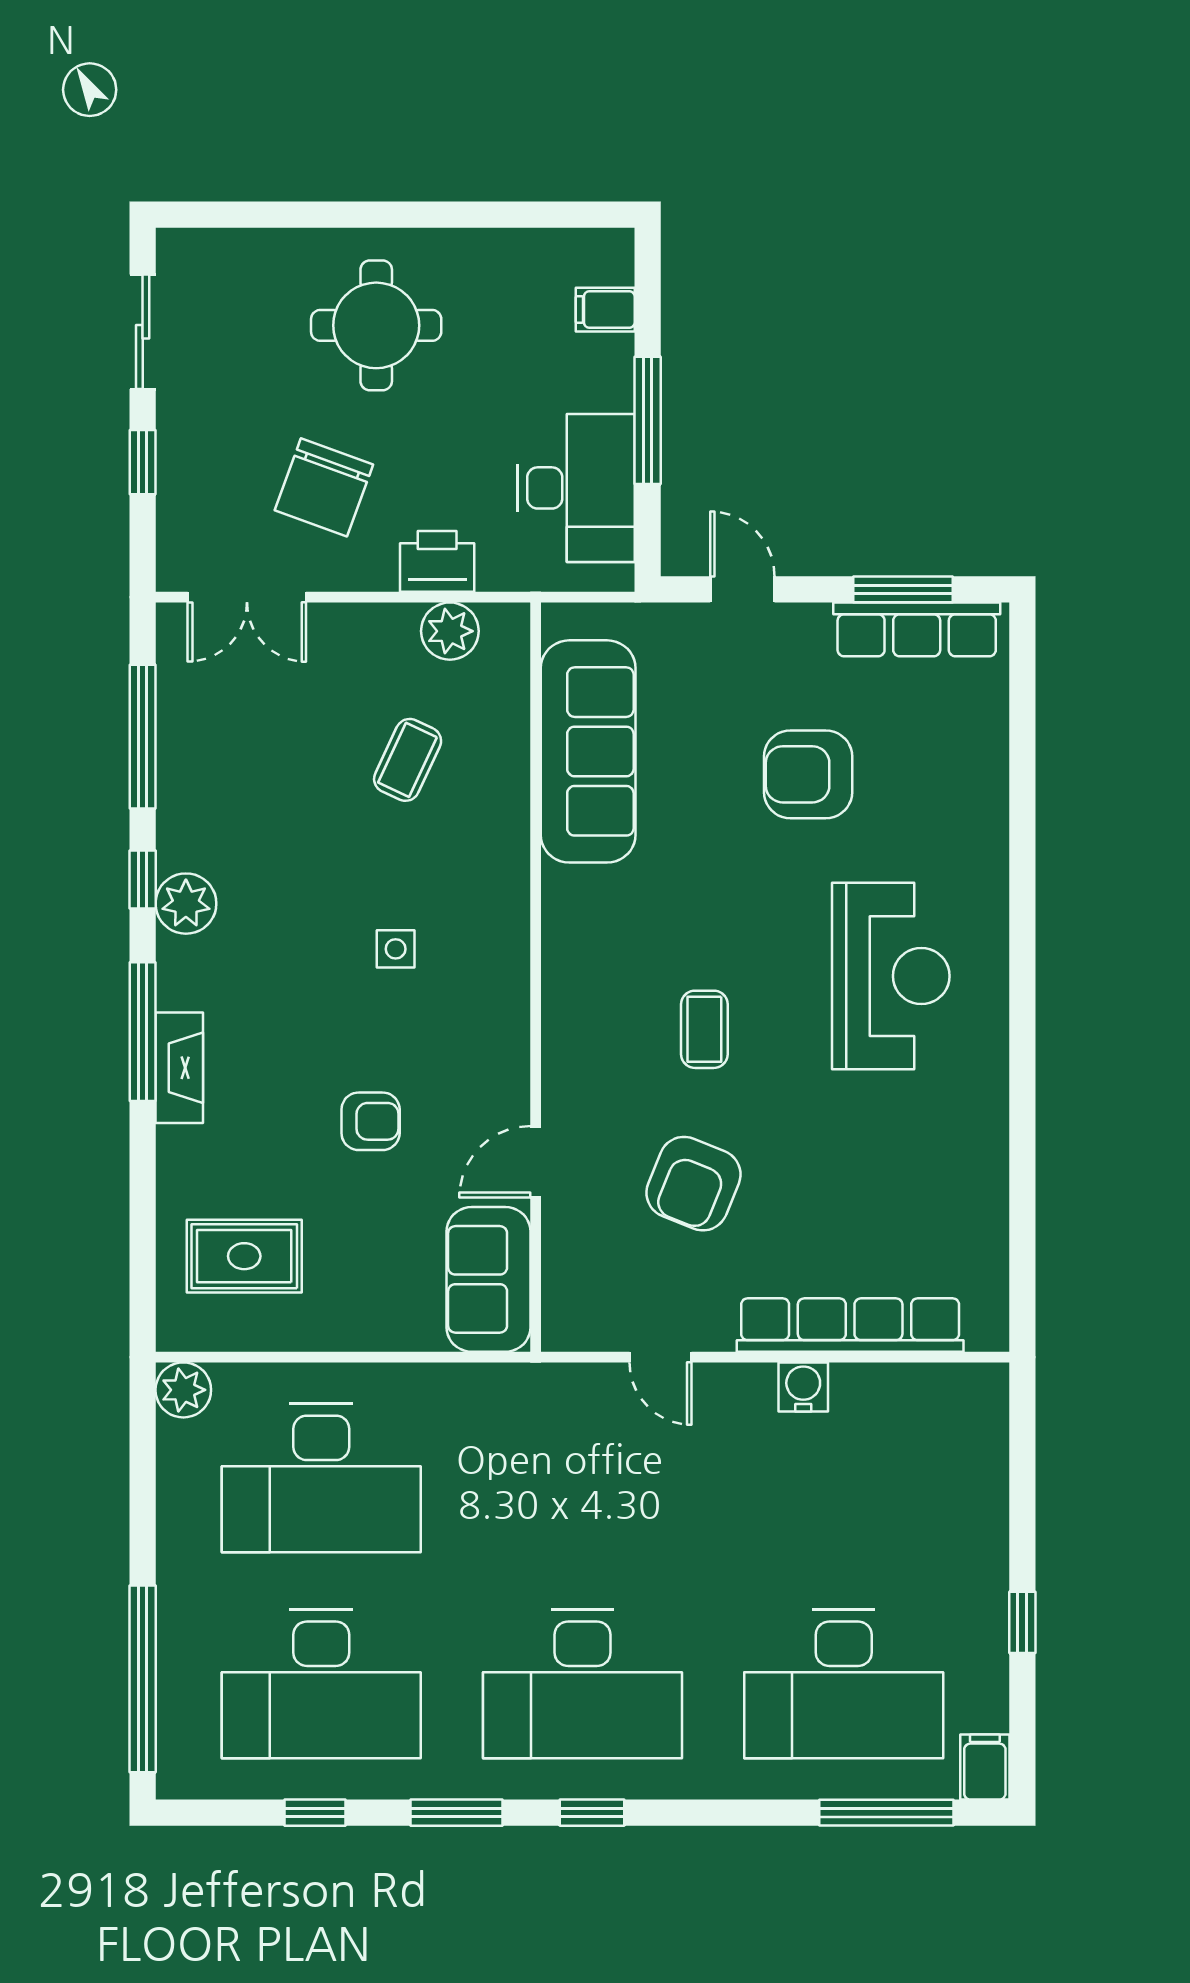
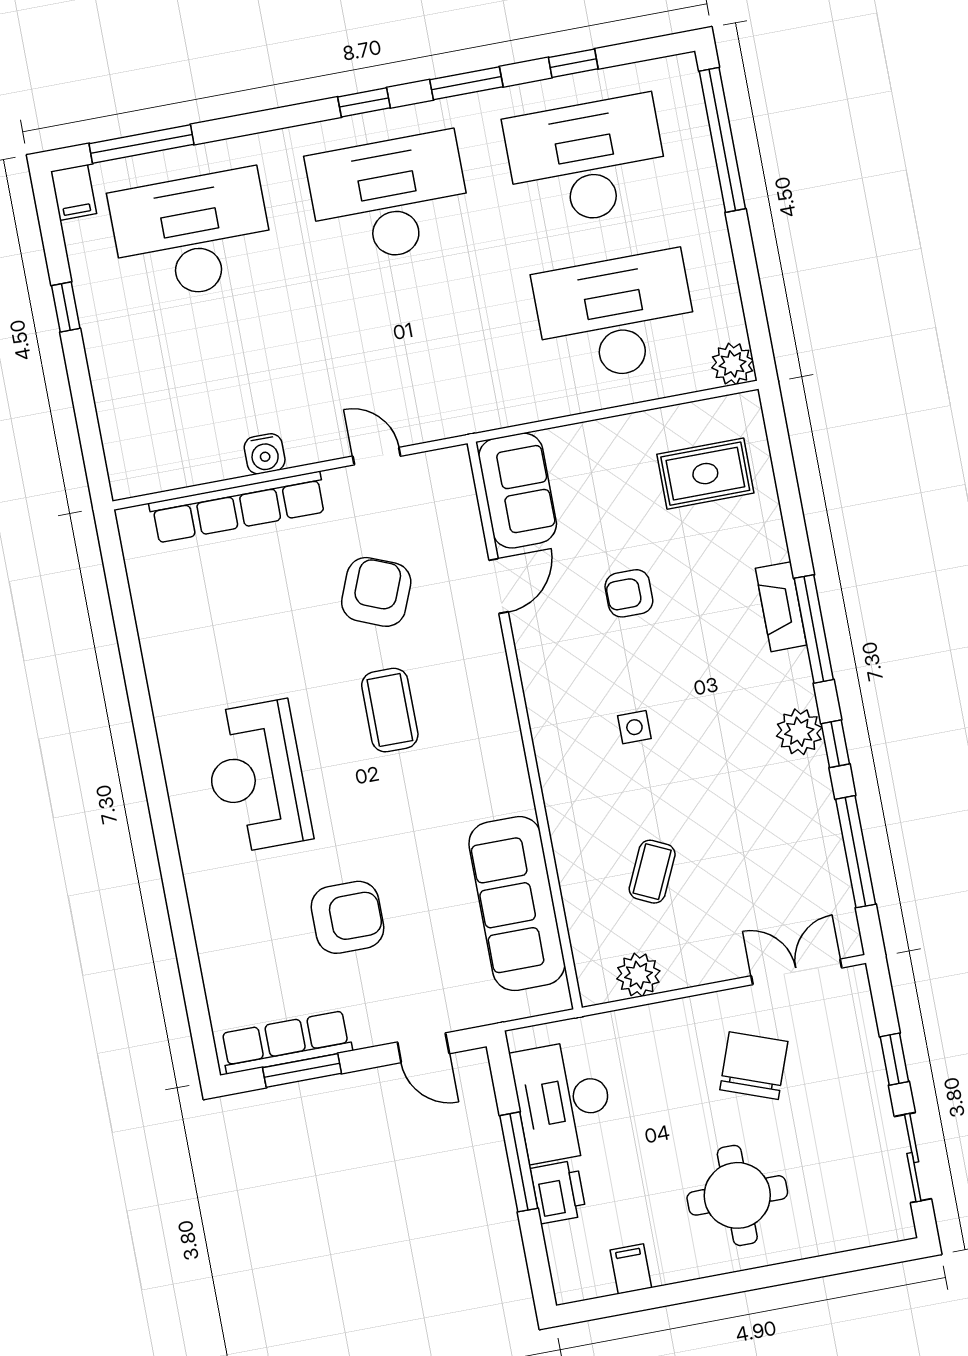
filing cabinet: (605, 310) -> (631, 1269), moved, turned -90
printer: (437, 561) -> (558, 1192), moved, turned -90
coffee table: (704, 1029) -> (390, 710), width x1.36, depth x1.30

